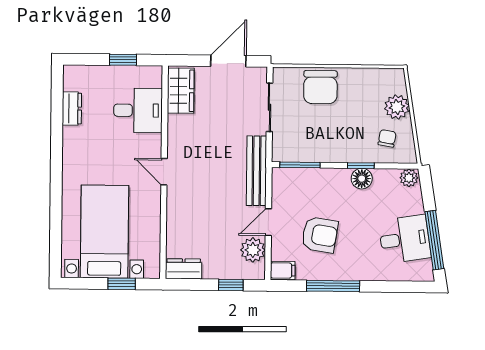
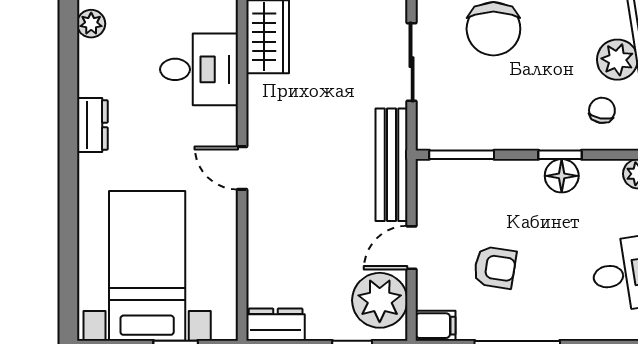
plant: (71, 81) -> (91, 24), added
dresser: (72, 109) -> (92, 125), moved
armchair: (320, 235) -> (495, 267), width x0.72, depth x0.72
plant: (253, 250) -> (380, 300), width x1.36, depth x1.36

